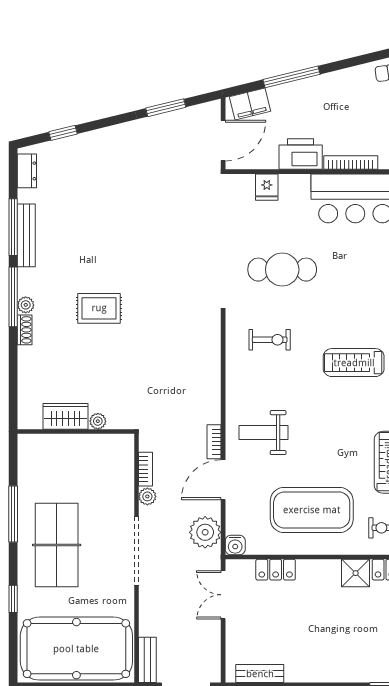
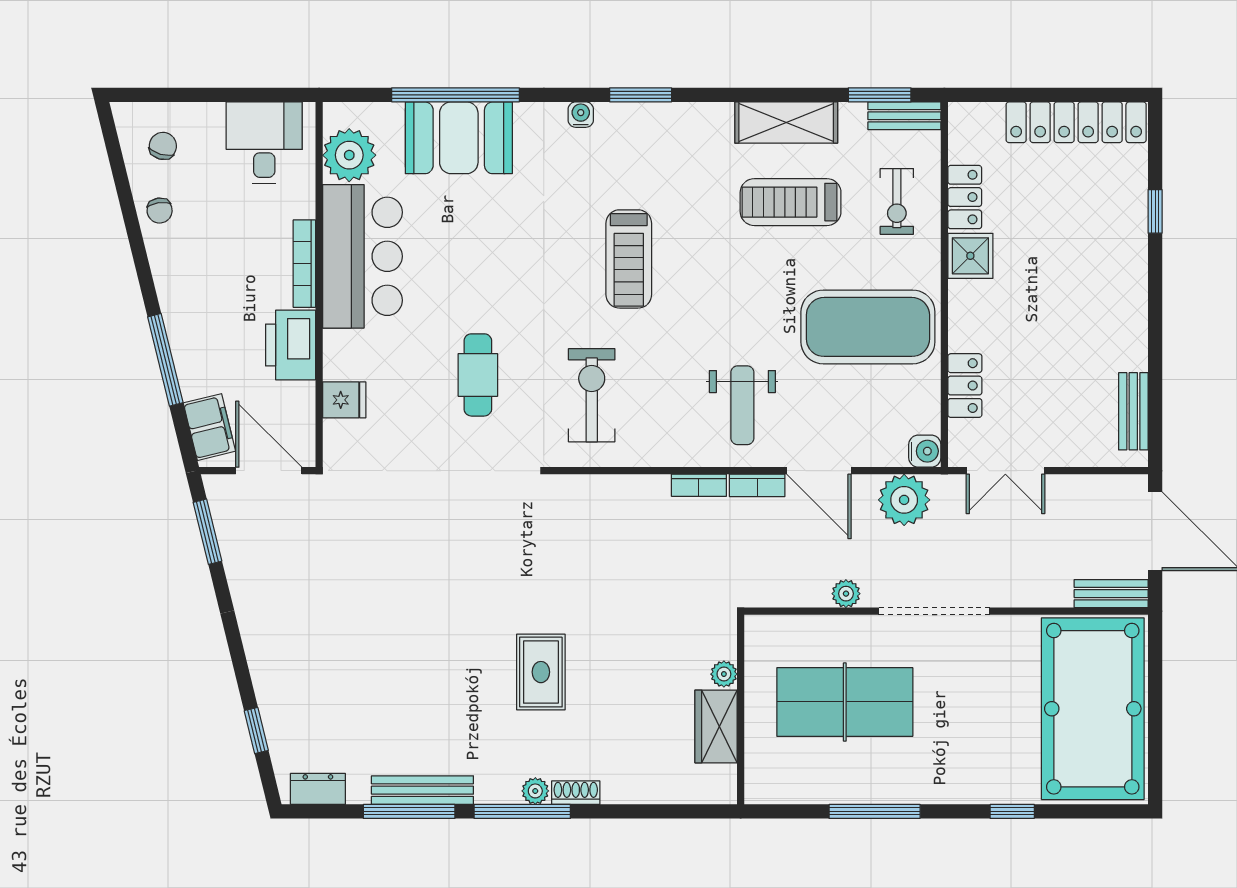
window: (166, 108) -> (207, 532), moved
cafe table: (282, 270) -> (478, 375), width x0.73, depth x0.74
exercise bike: (270, 340) -> (592, 395), width x1.38, depth x1.39
bookcase: (145, 469) -> (699, 485), moved, turned 180
exercise mat: (312, 510) -> (868, 327), turned 90
table tennis table: (57, 545) -> (845, 702), moved

